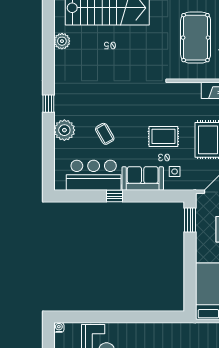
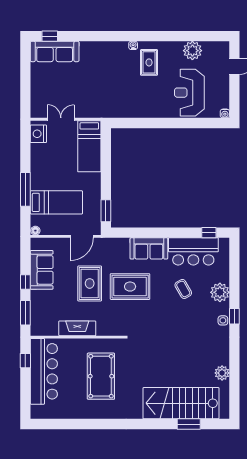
rug: (163, 136) -> (130, 287), width x1.36, depth x1.43
side table: (175, 172) -> (223, 320), moved
window: (114, 196) -> (209, 233), moved

